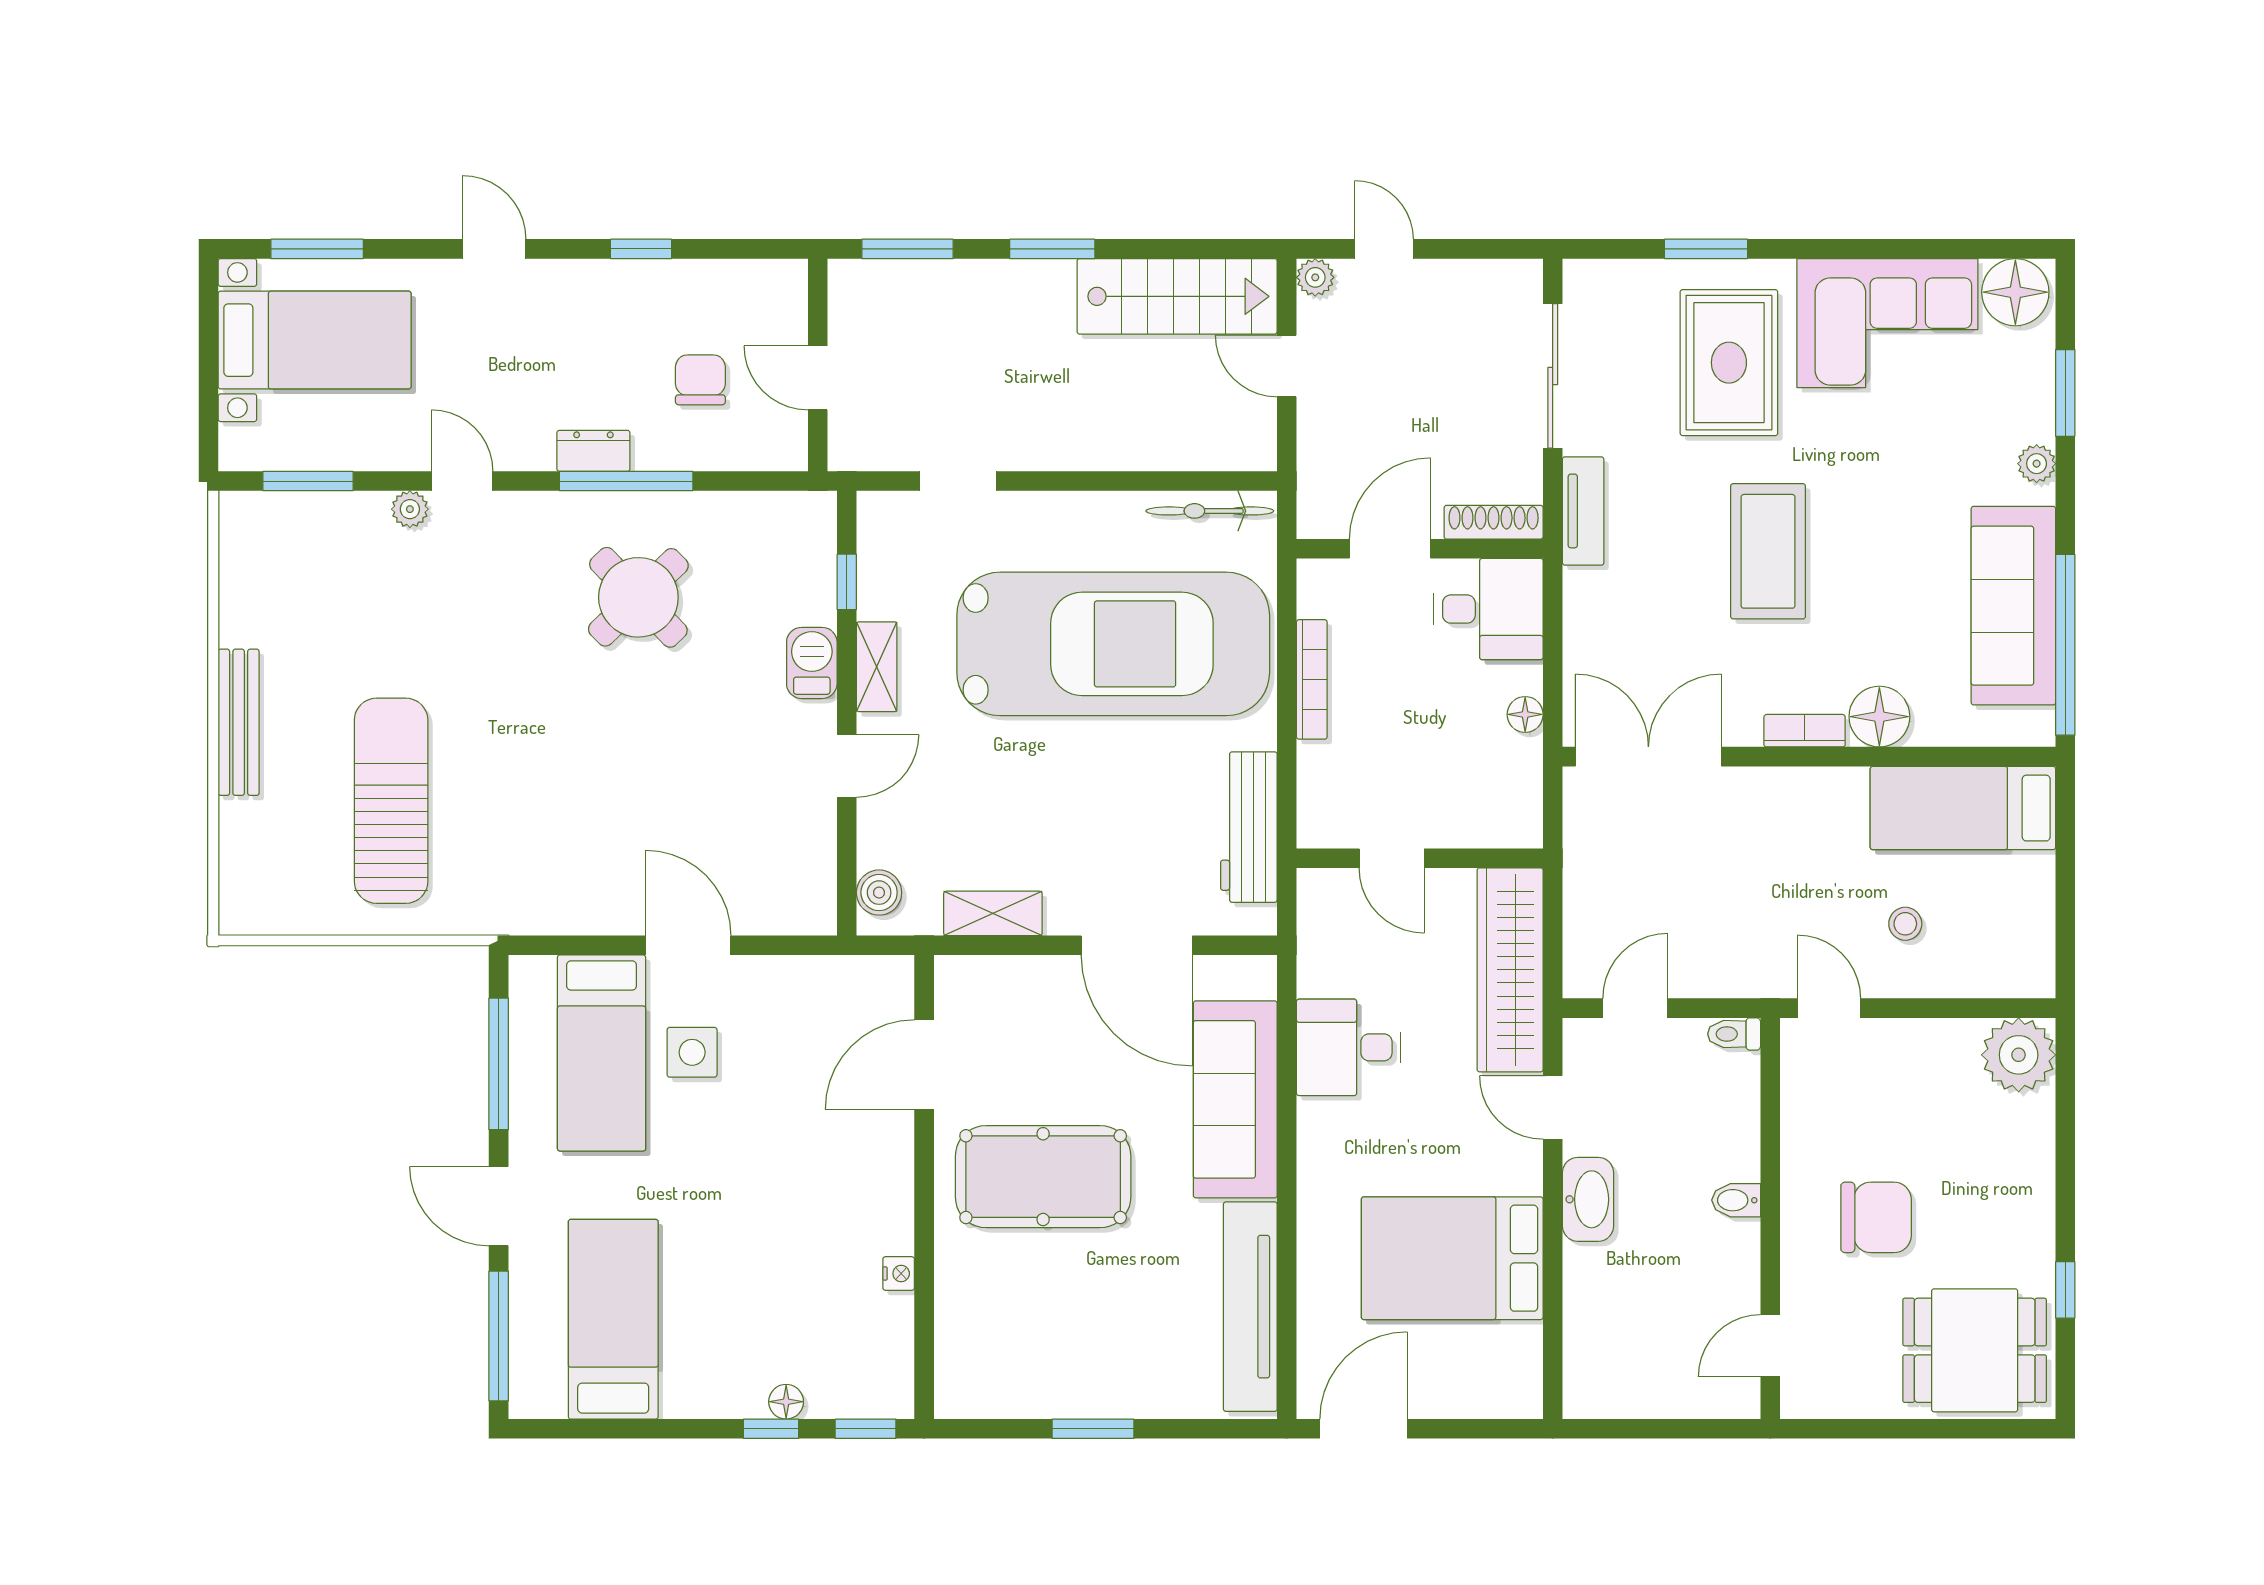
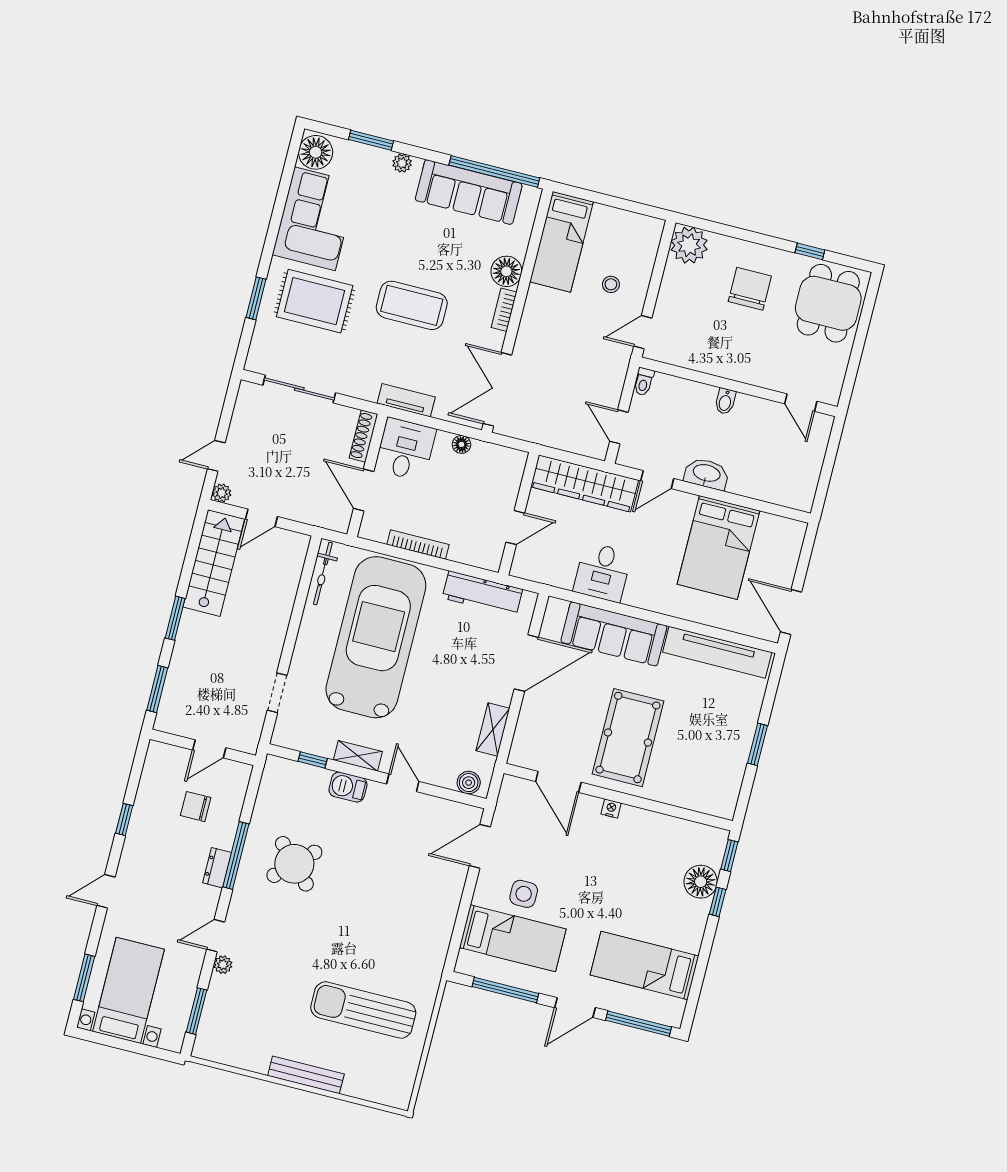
tv unit: (1583, 511) -> (406, 400), moved
door: (688, 945) -> (480, 846), moved
chair: (1876, 1217) -> (750, 289), moved
nightstand: (899, 1274) -> (611, 808), moved
floor lamp: (786, 1402) -> (701, 882), width x1.89, depth x1.89

